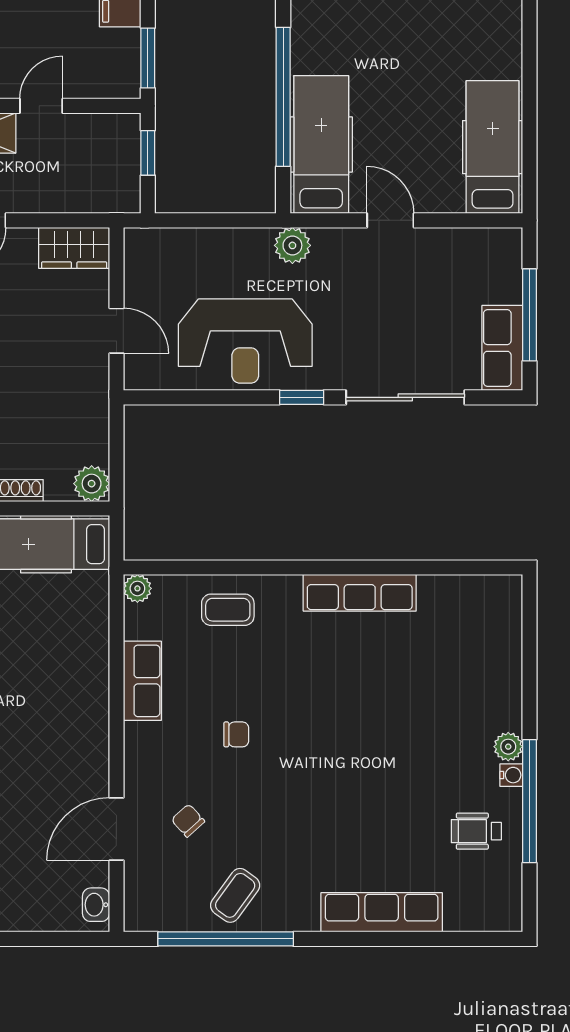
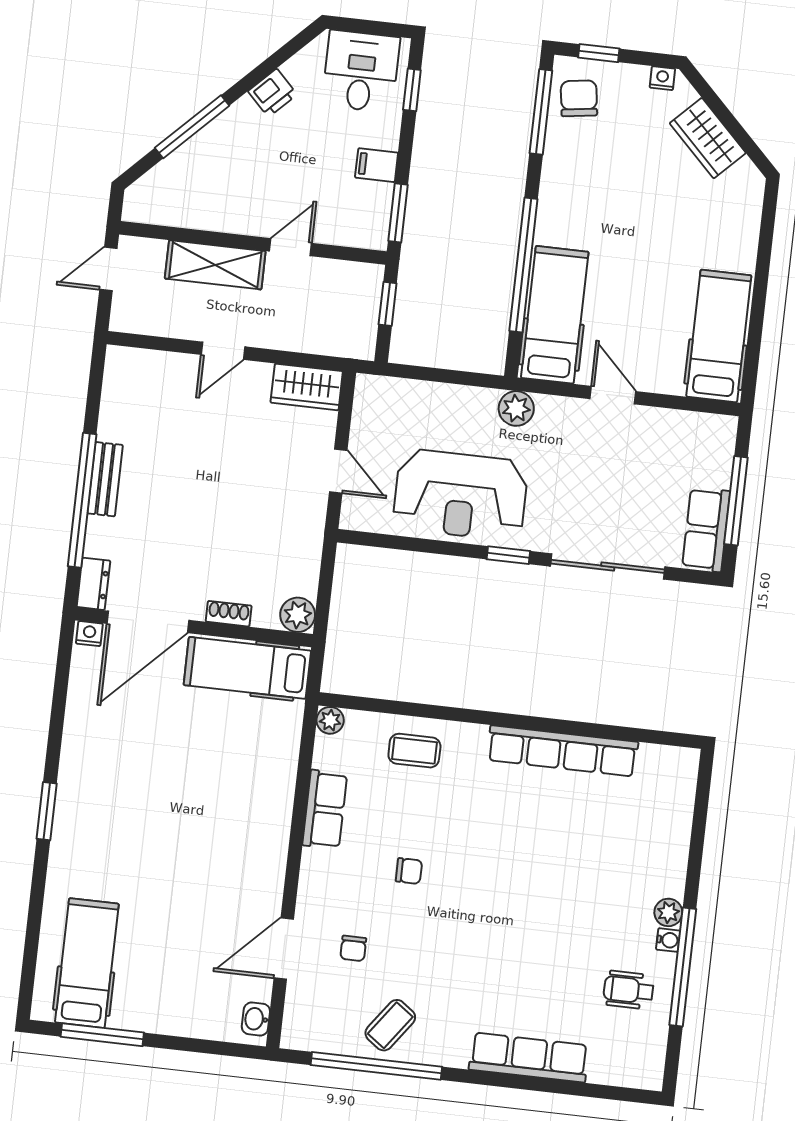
row of seats: (360, 593) -> (563, 751), width x1.36
chair: (188, 821) -> (353, 948), turned -138

